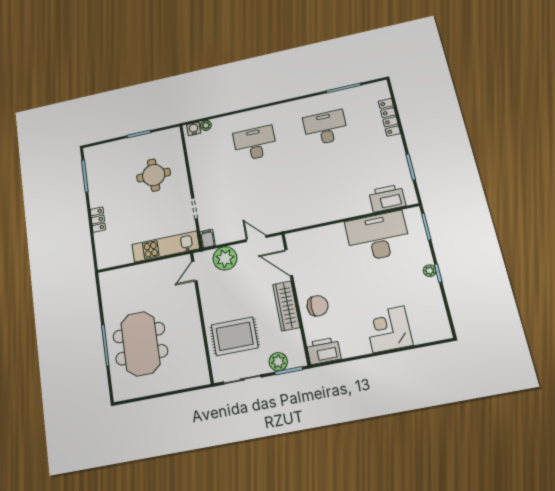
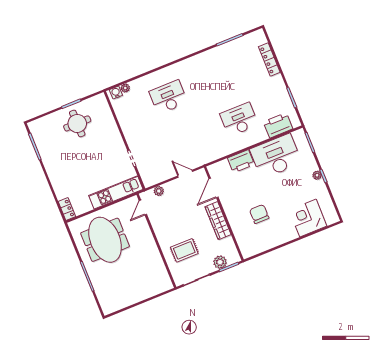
desk: (325, 128) -> (239, 119), moved
round table: (154, 175) -> (77, 123), moved
locker: (98, 220) -> (67, 209), moved
filing cabinet: (208, 239) -> (147, 180), removed
plant: (225, 258) -> (159, 191), width x0.53, depth x0.53
door: (289, 263) -> (214, 188), hinge flipped
chair: (317, 306) -> (259, 214), moved, turned -90
corner desk: (389, 329) -> (308, 218), moved
rug: (235, 336) -> (184, 250), width x0.73, depth x0.70
meeting table: (140, 344) -> (105, 240), moved
printer: (324, 351) -> (241, 161), moved, turned 180

